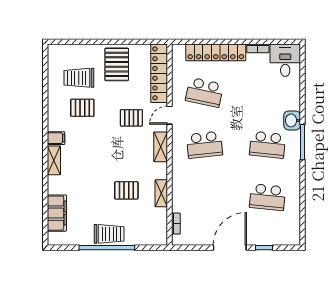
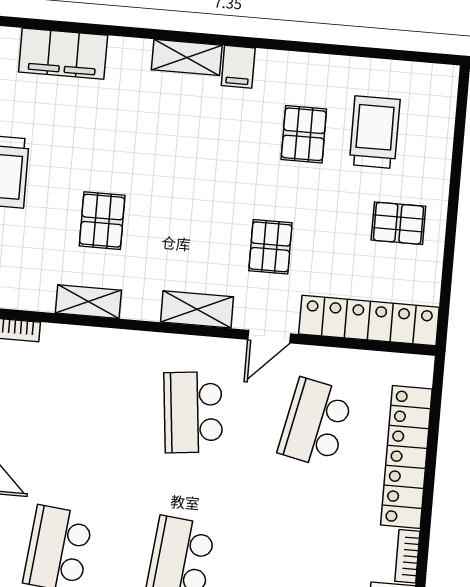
pallet: (117, 64) -> (398, 223), width x0.67, depth x0.71
door: (170, 115) -> (269, 337), swing flipped

